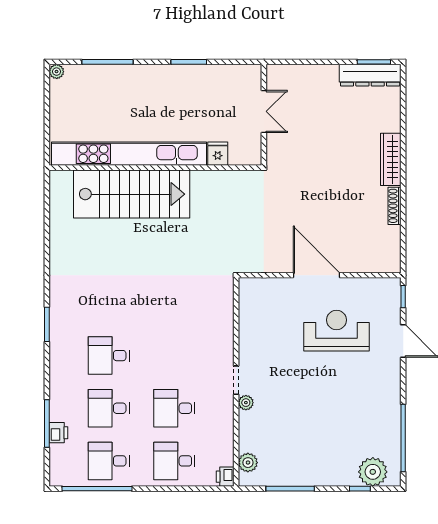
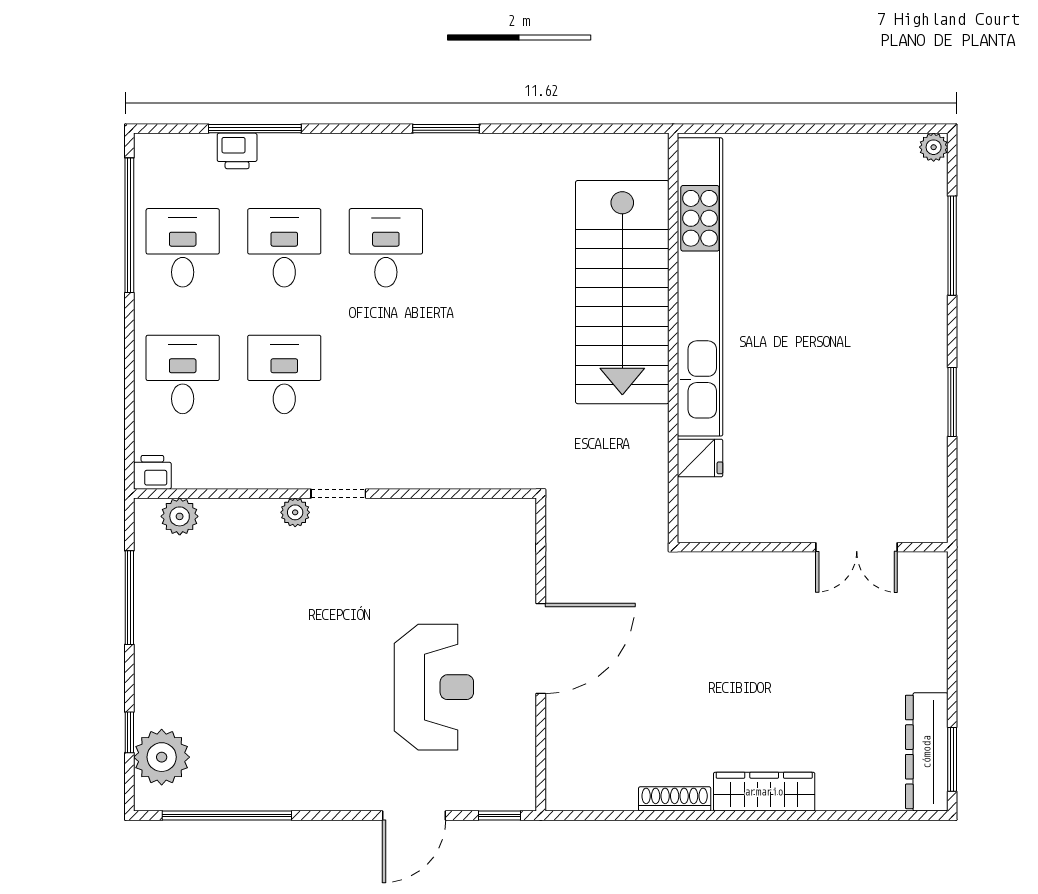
kitchen unit: (129, 154) -> (700, 287), moved
fridge: (218, 154) -> (700, 458), moved
wall: (155, 168) -> (673, 338), moved
stairs: (132, 194) -> (622, 292), moved

